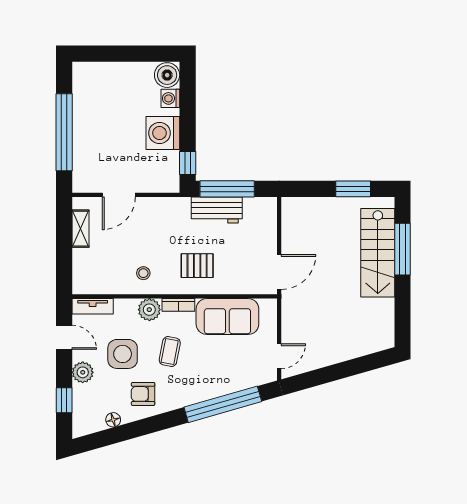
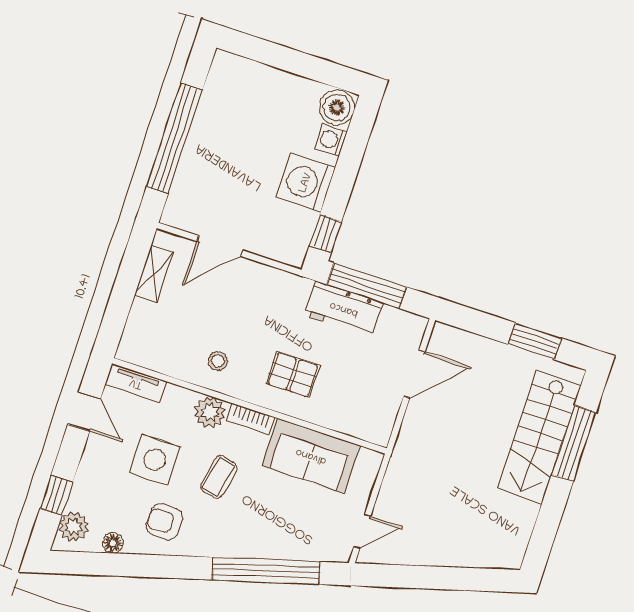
door: (279, 272) -> (414, 374), moved
plant: (83, 372) -> (73, 527), moved

